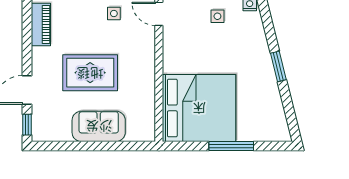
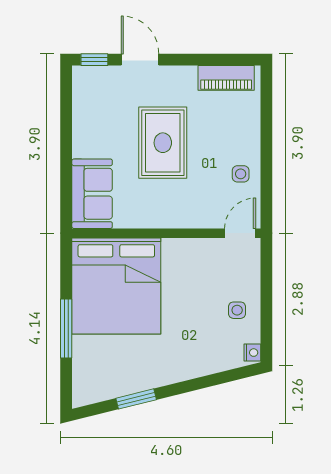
window: (278, 66) -> (136, 399), moved
sofa: (99, 126) -> (92, 194), moved

